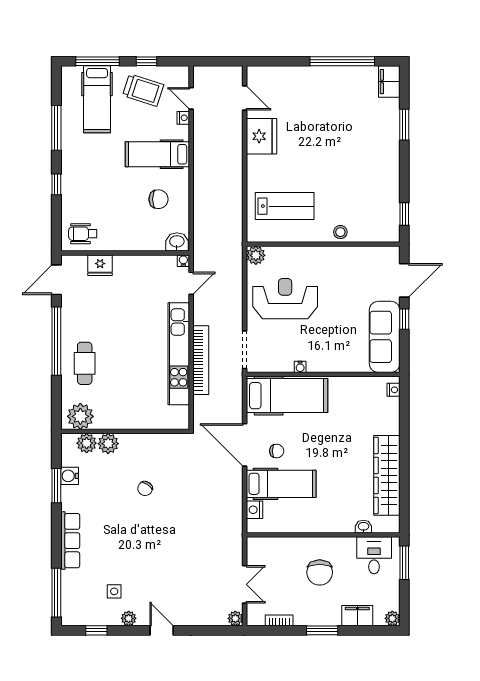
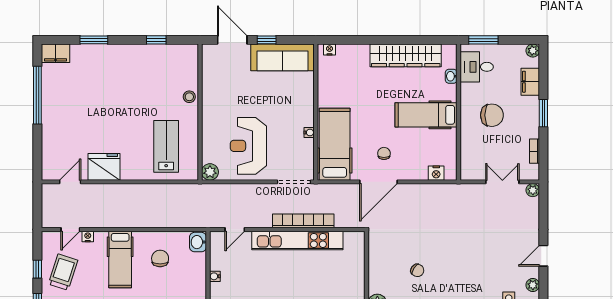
window: (404, 214) -> (156, 40), moved
water cooler: (183, 261) -> (215, 276), moved
door: (191, 283) -> (235, 229), swing flipped
hospital bed: (281, 484) -> (426, 115), moved, turned -90

